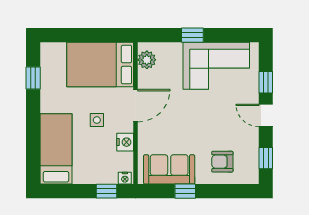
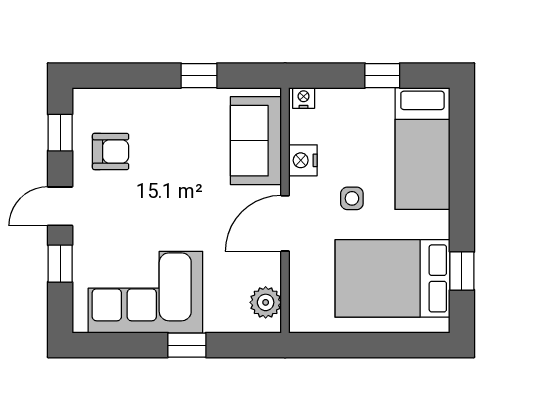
bed: (100, 65) -> (392, 278), moved, turned 180
door: (266, 115) -> (60, 206), swing flipped
armchair: (222, 162) -> (111, 151), moved
sofa: (169, 169) -> (256, 141), moved, turned 90
window: (107, 191) -> (382, 76), moved

